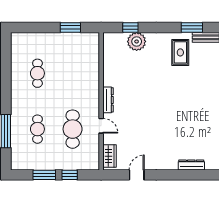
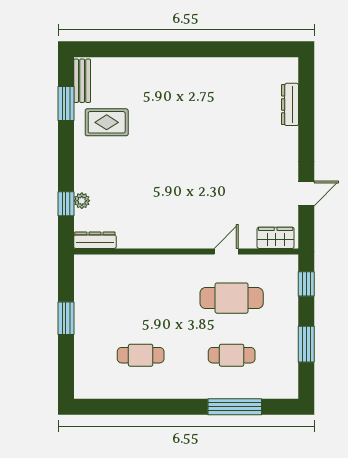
window: (70, 27) -> (66, 318), moved
plant: (137, 41) -> (82, 201), width x0.53, depth x0.53
dresser: (108, 100) -> (95, 240), moved
window: (70, 175) -> (306, 284), moved
door: (137, 175) -> (306, 194), swing flipped

